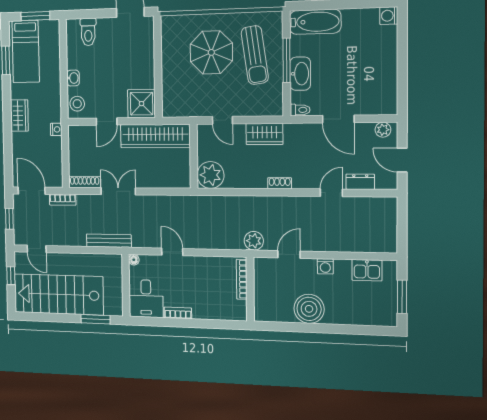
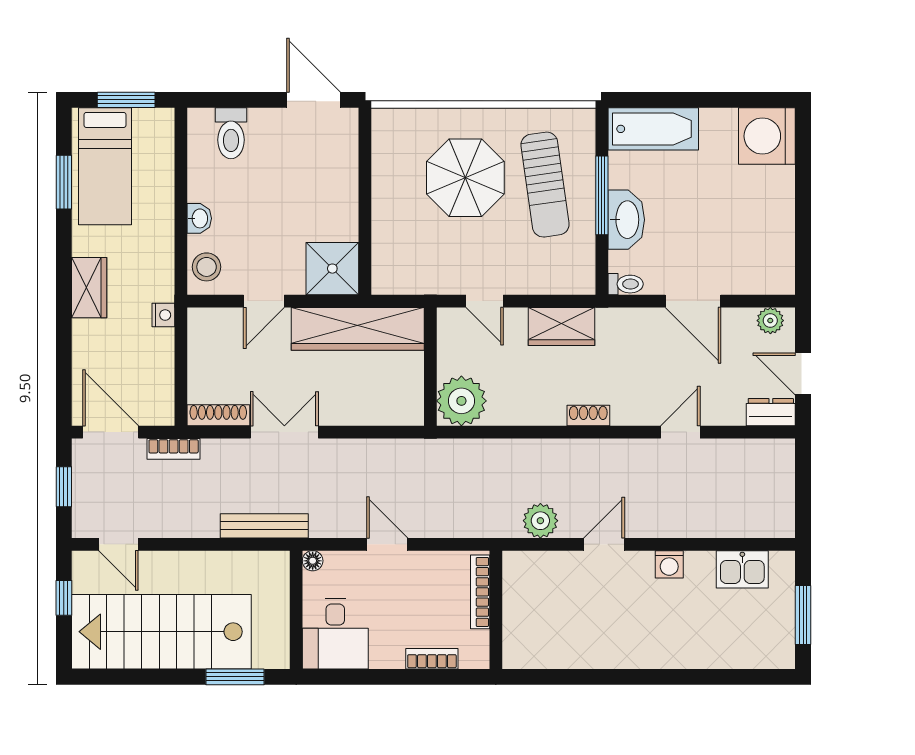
washing machine: (389, 16) -> (767, 136), width x1.89, depth x1.89
dresser: (360, 182) -> (771, 412), moved
bookcase: (242, 279) -> (480, 592), moved
wall: (250, 289) -> (496, 610), moved
boiler: (309, 309) -> (640, 642), removed
bookcase: (178, 313) -> (432, 659), moved

